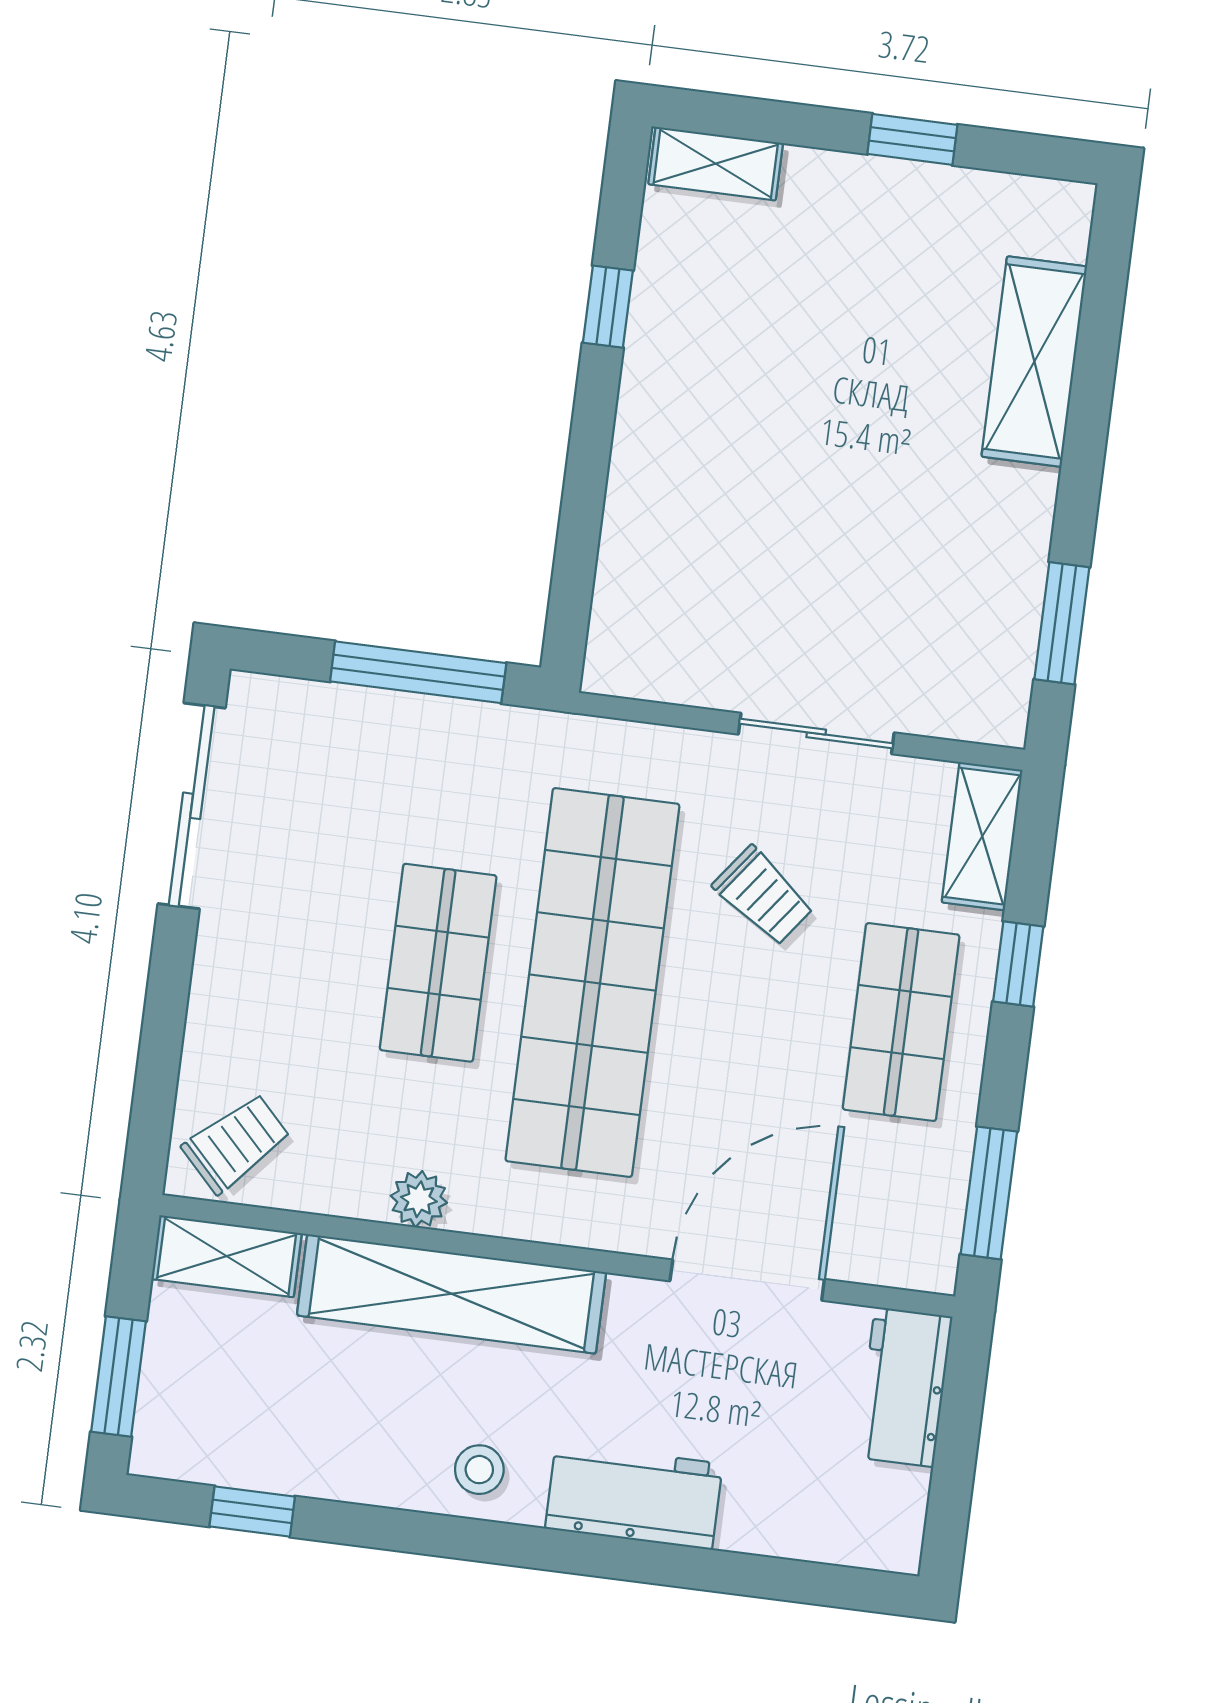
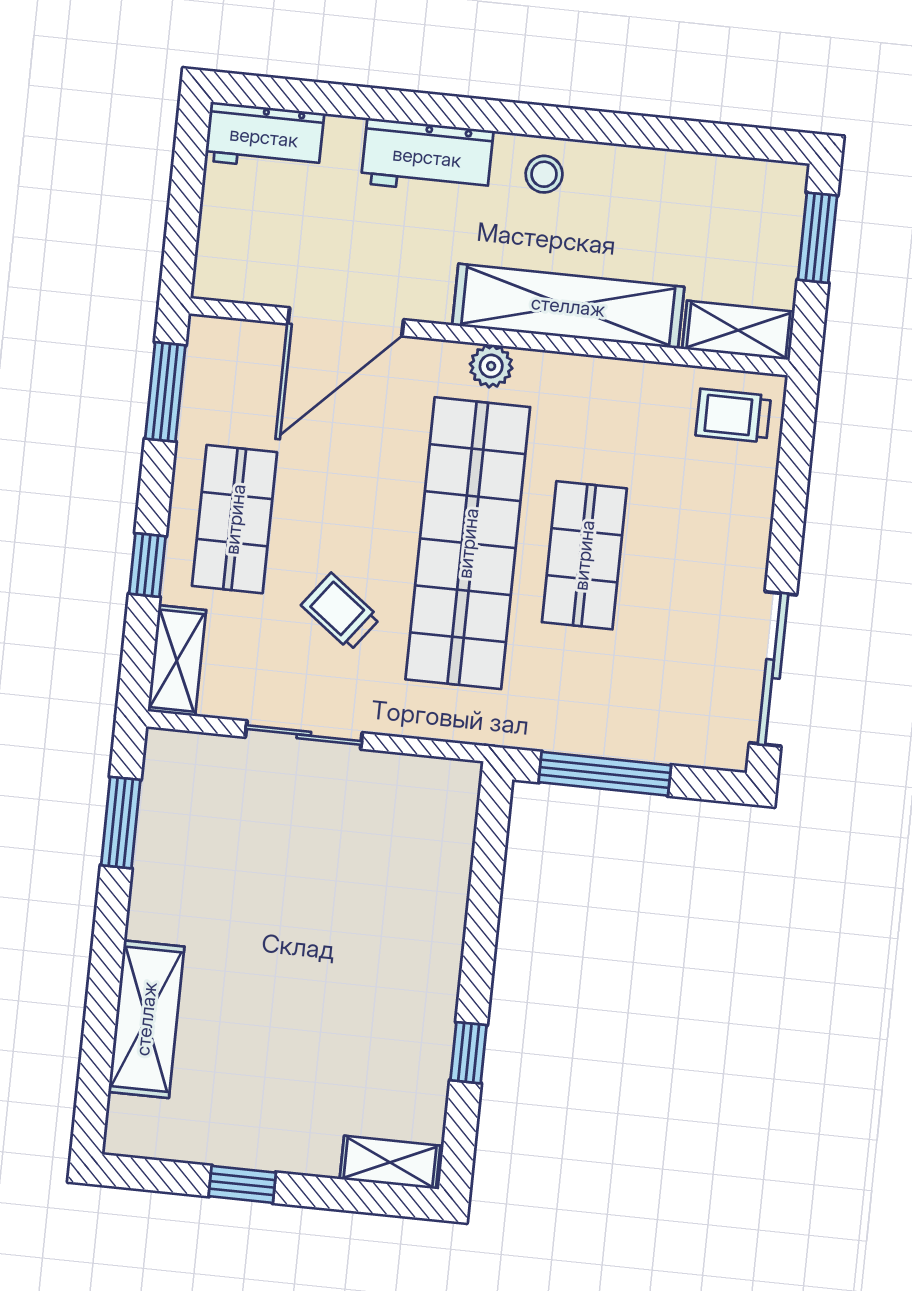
trolley: (236, 1143) -> (733, 416), turned 44
plant: (419, 1199) -> (491, 366), moved
workbench: (904, 1387) -> (264, 137), moved, turned 90
window: (252, 1511) -> (714, 138), removed

